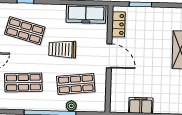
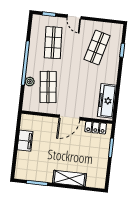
trolley: (62, 49) -> (79, 78), removed

